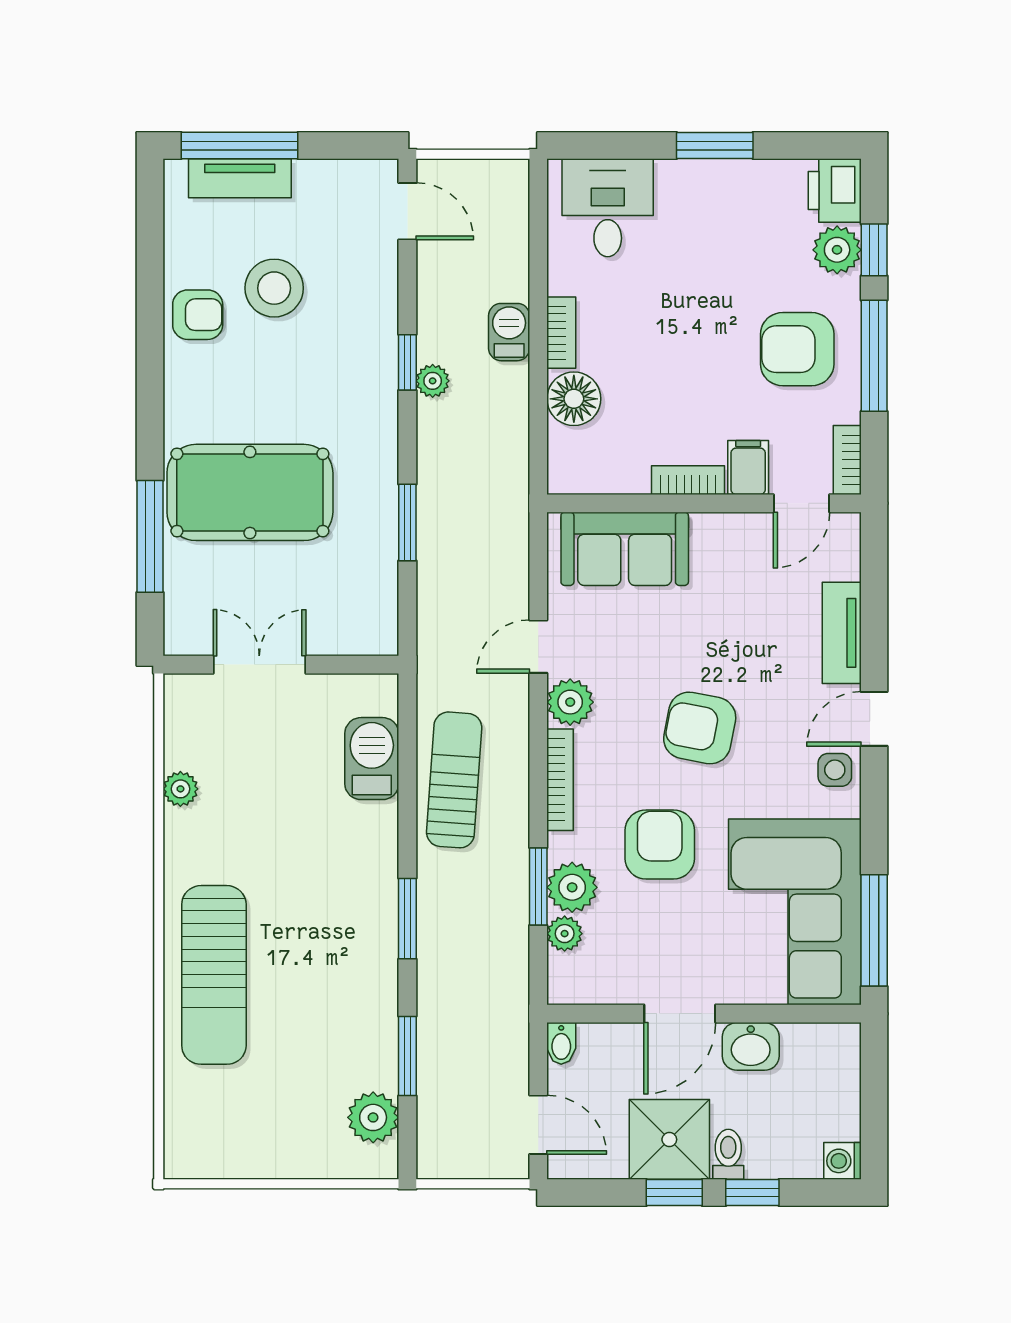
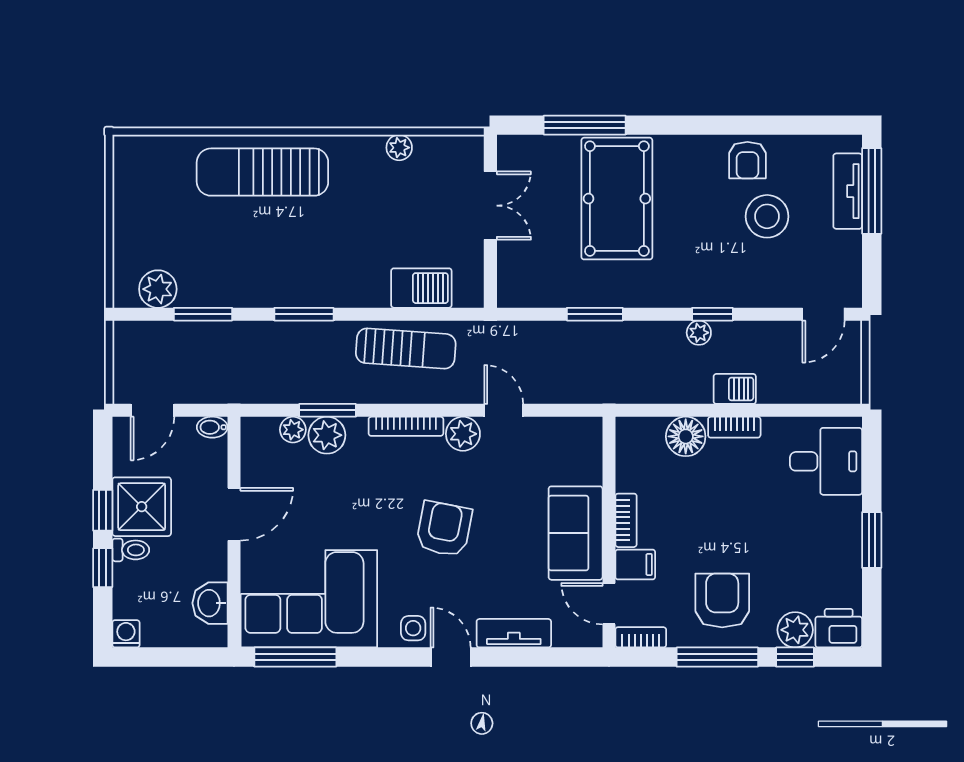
sofa: (625, 549) -> (576, 533), moved
armchair: (660, 844) -> (358, 500), removed
door: (680, 1014) -> (234, 514), swing flipped
washbasin: (751, 1046) -> (210, 603), moved

